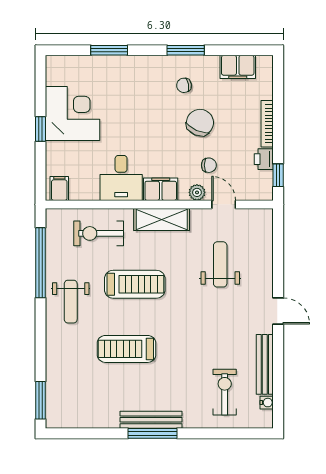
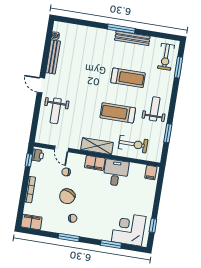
filing cabinet: (238, 67) -> (31, 222), moved
corner desk: (72, 114) -> (129, 229), moved, turned 90
window: (40, 129) -> (153, 225), moved
printer: (264, 159) -> (38, 155), moved
plant: (197, 192) -> (75, 158), removed
window: (40, 263) -> (168, 133), width x0.47
weight bench: (220, 264) -> (56, 111), moved
exercise bike: (225, 392) -> (166, 57), moved
window: (40, 400) -> (179, 67), moved
bench: (151, 420) -> (132, 38), moved

